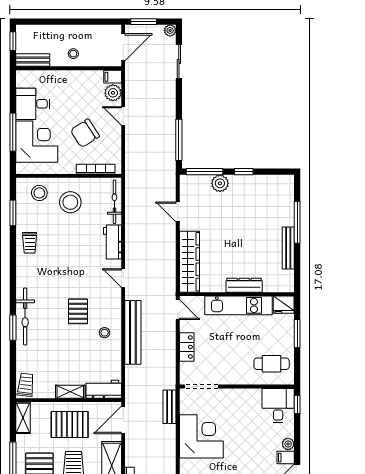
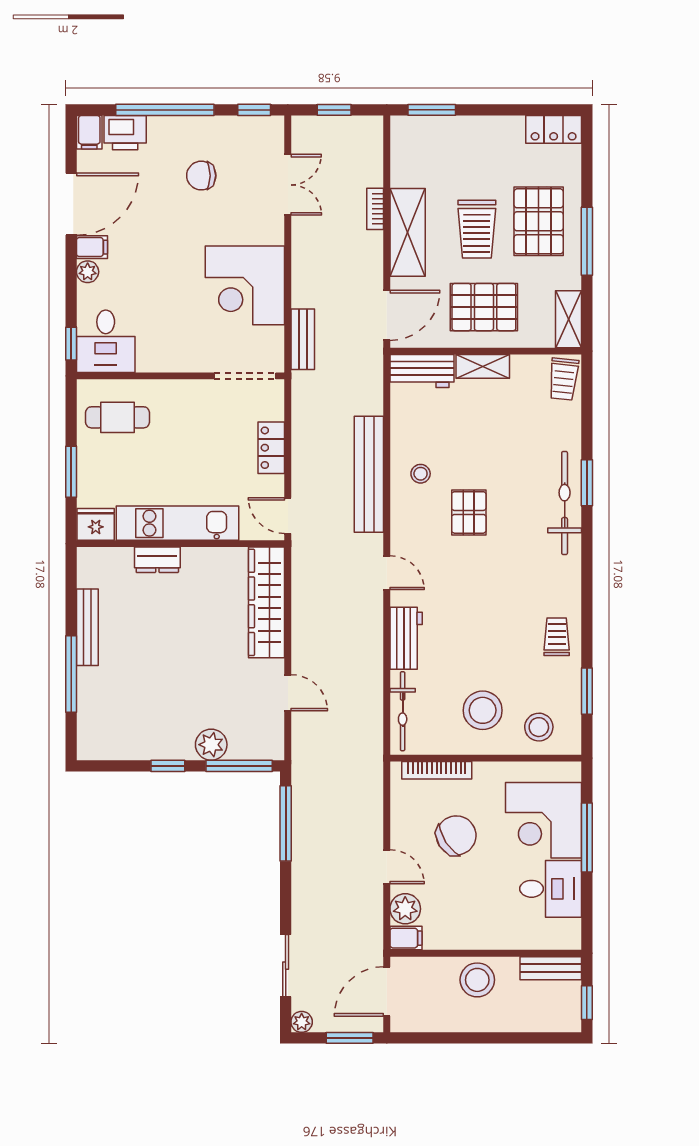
stool: (73, 54) -> (477, 980), width x1.89, depth x1.89
dresser: (244, 285) -> (157, 560), width x0.70

